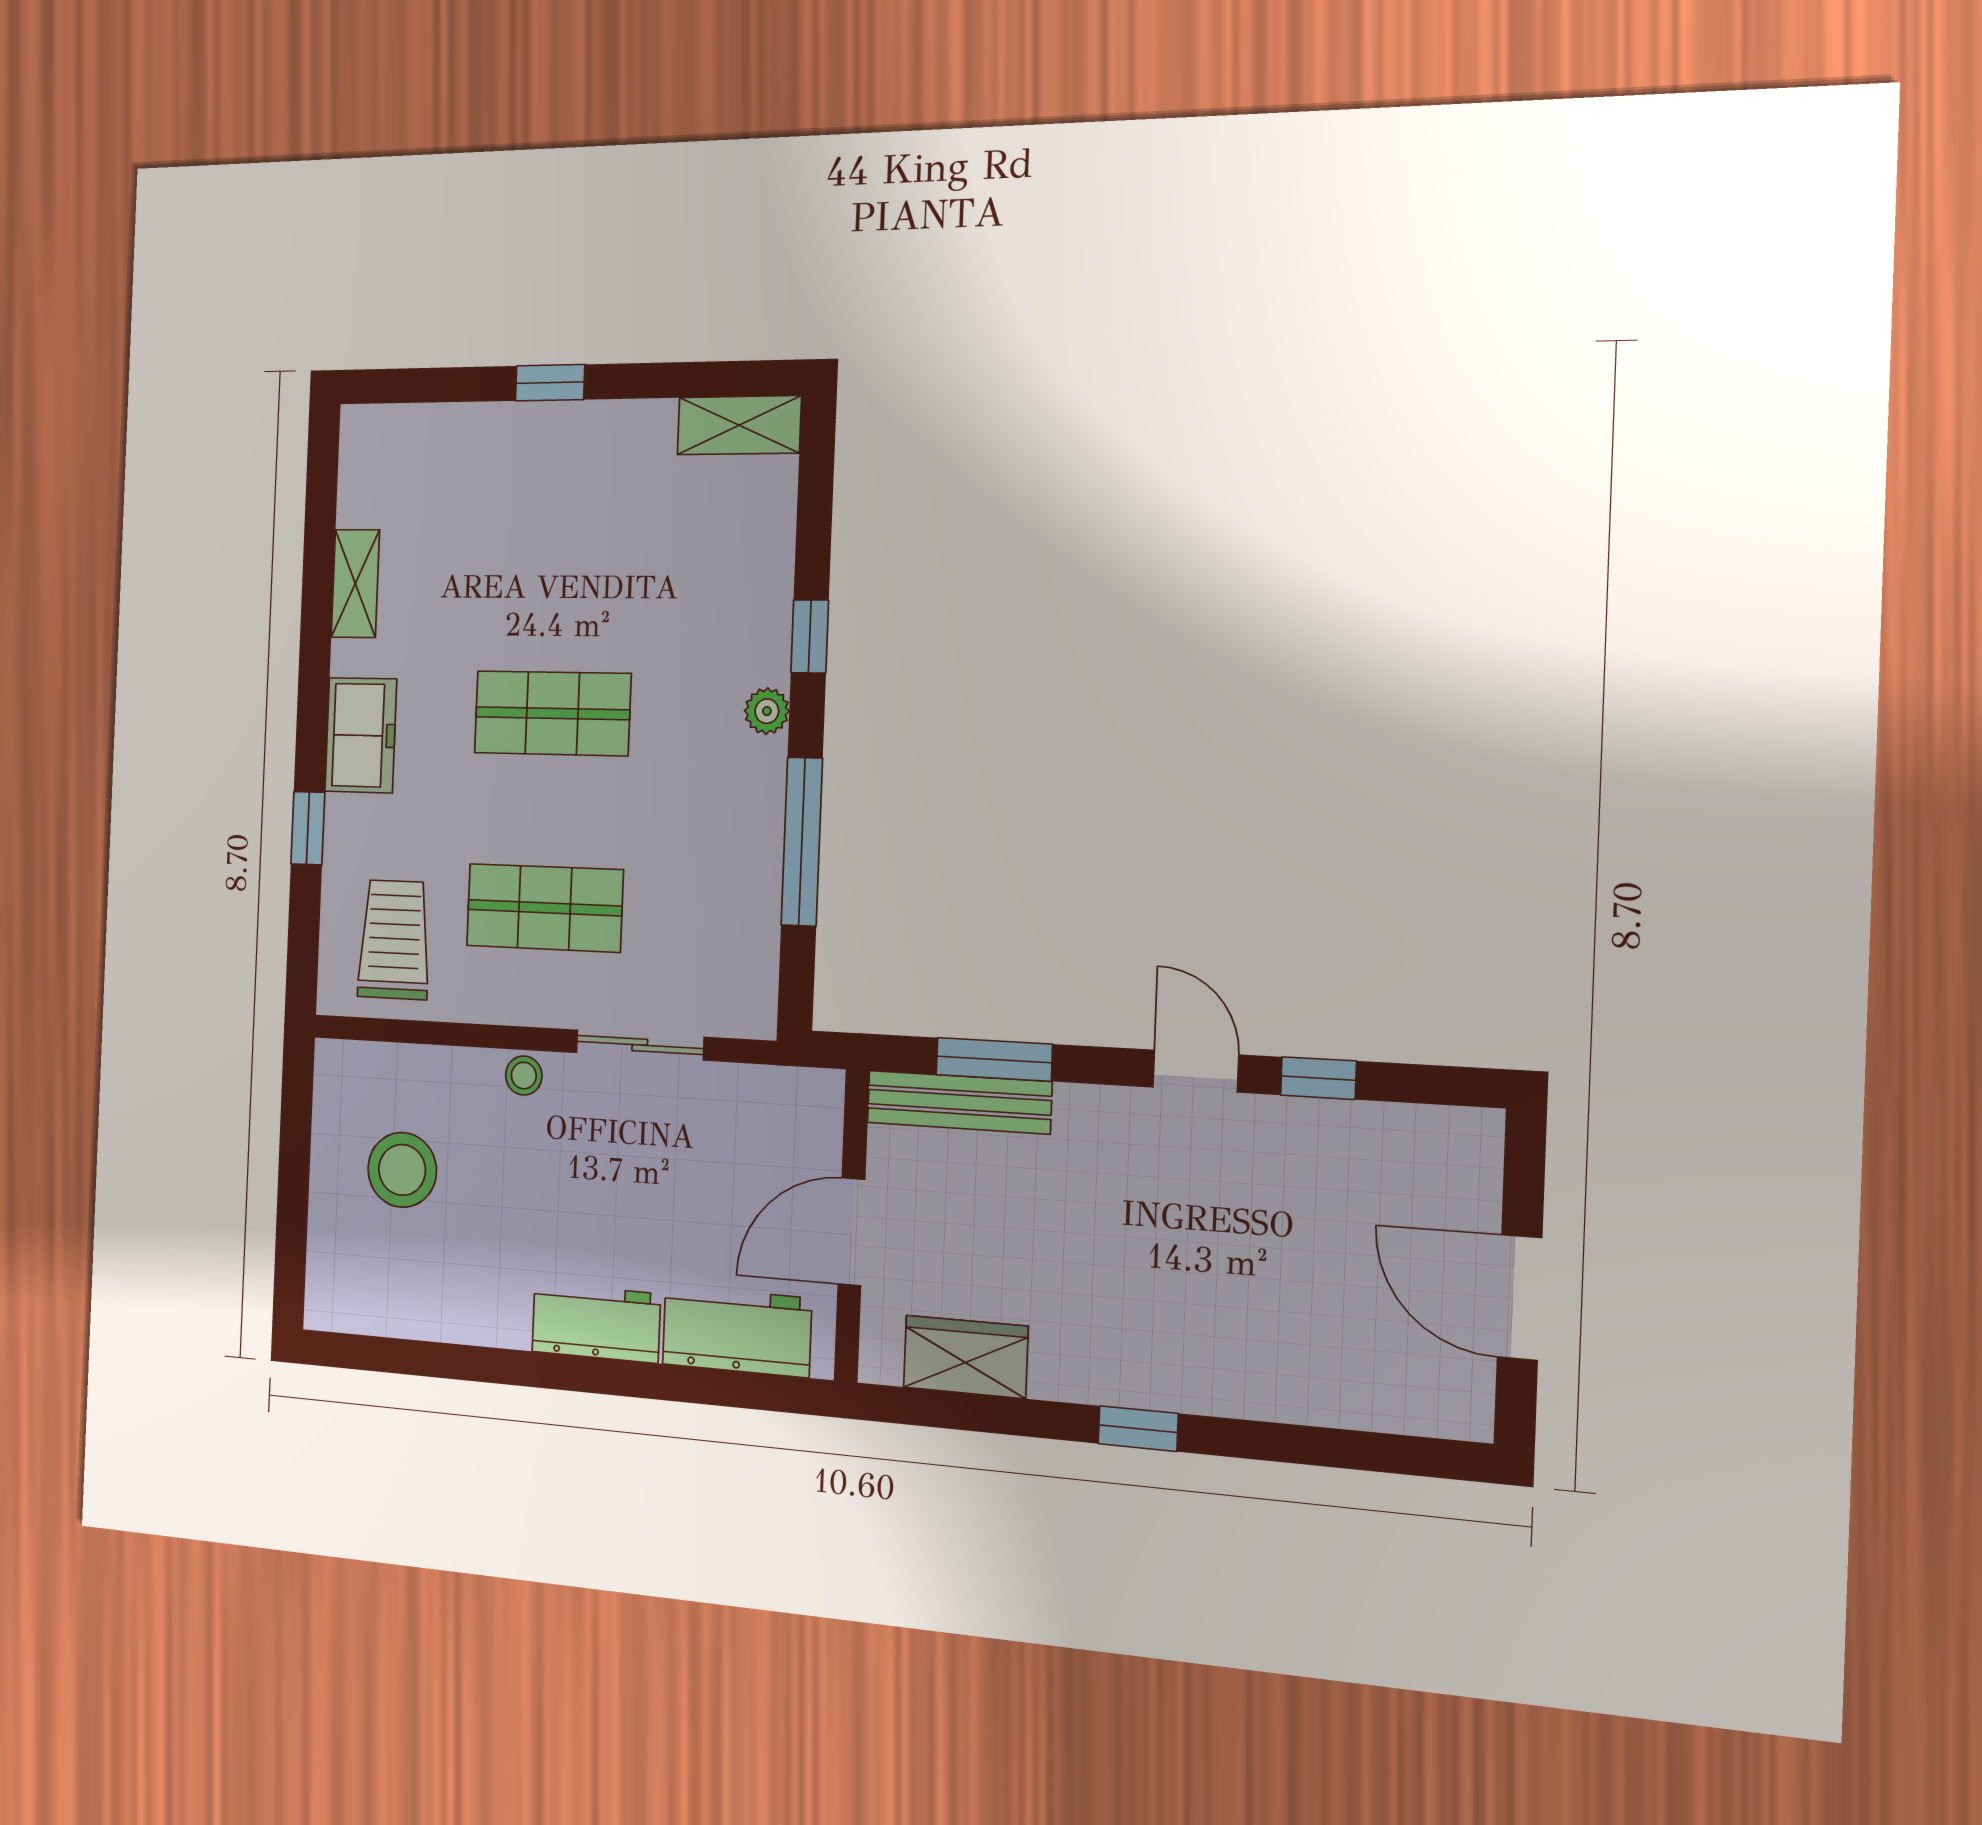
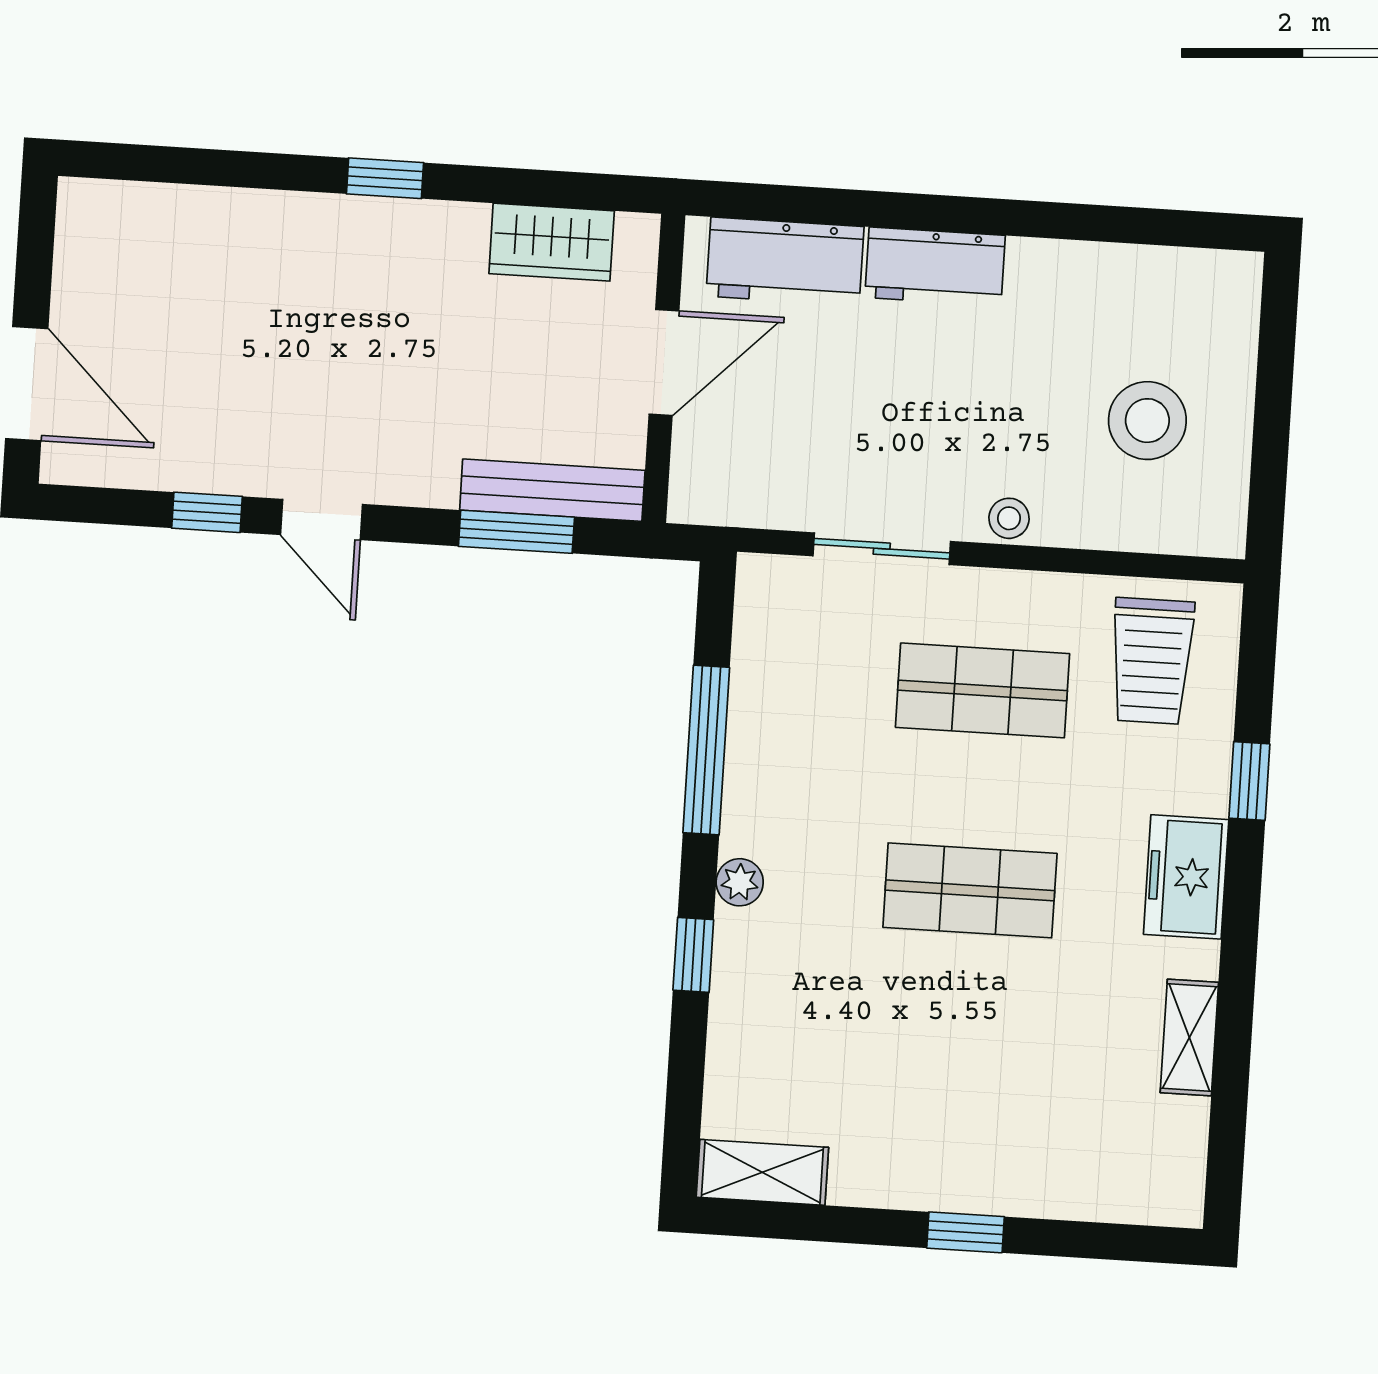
door: (1520, 1297) -> (27, 384), moved

